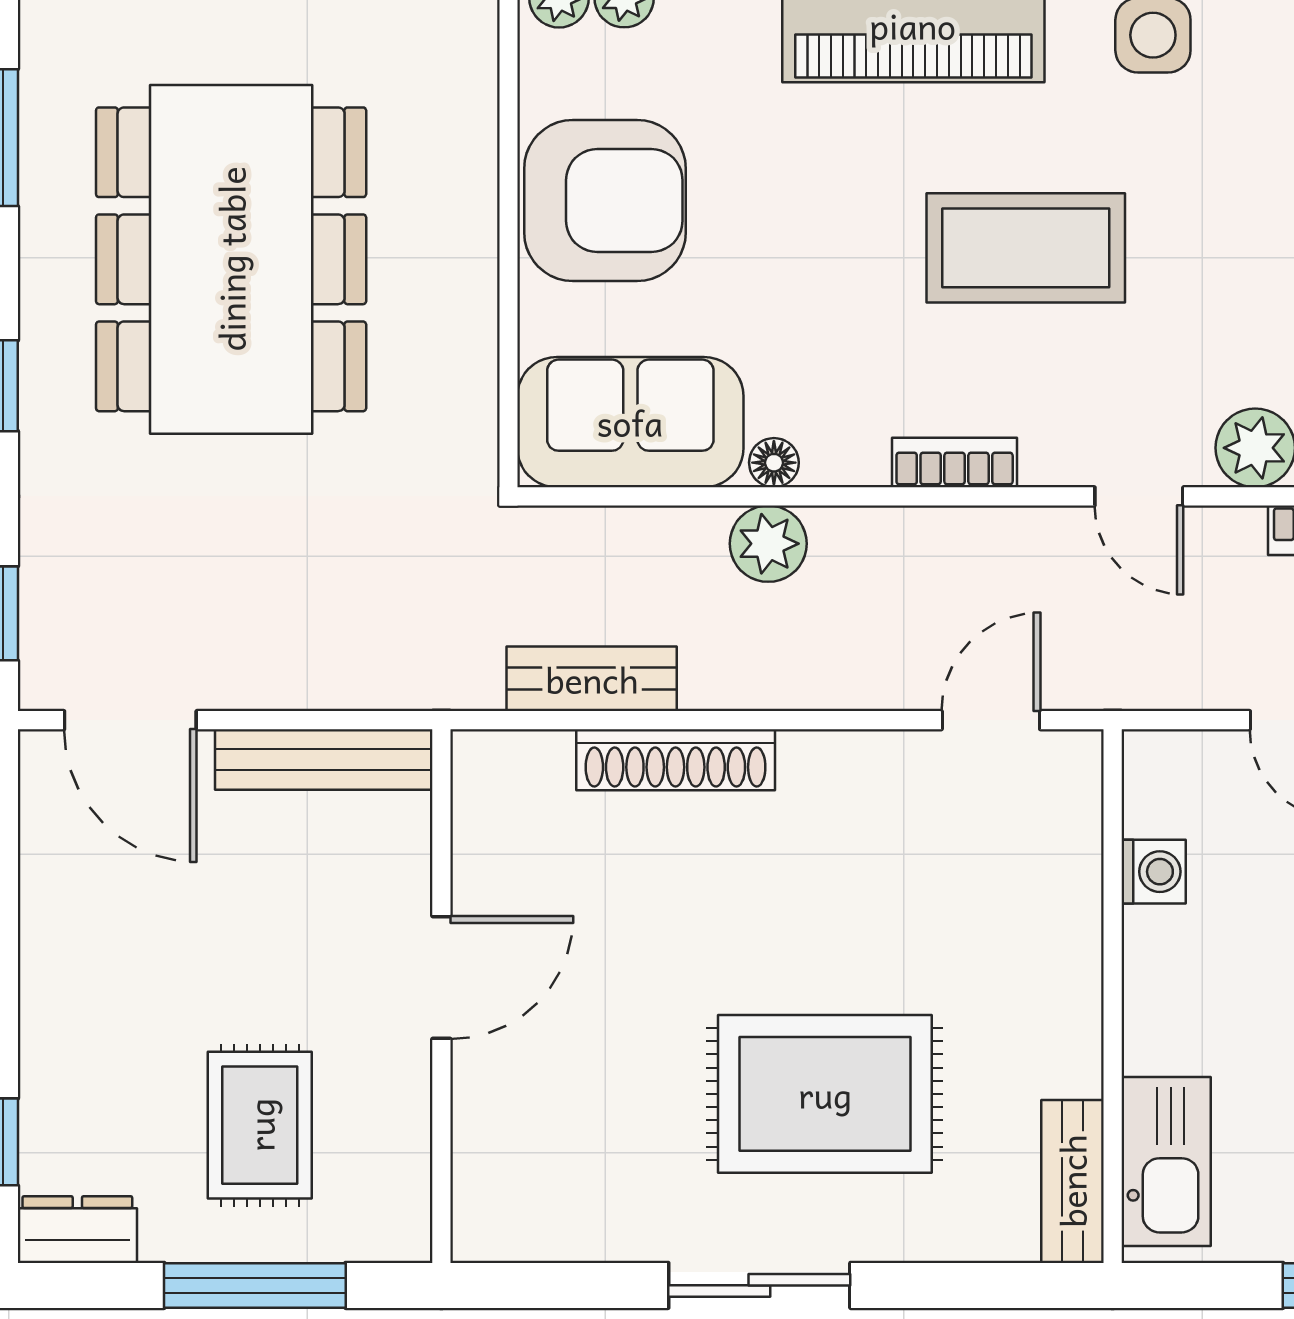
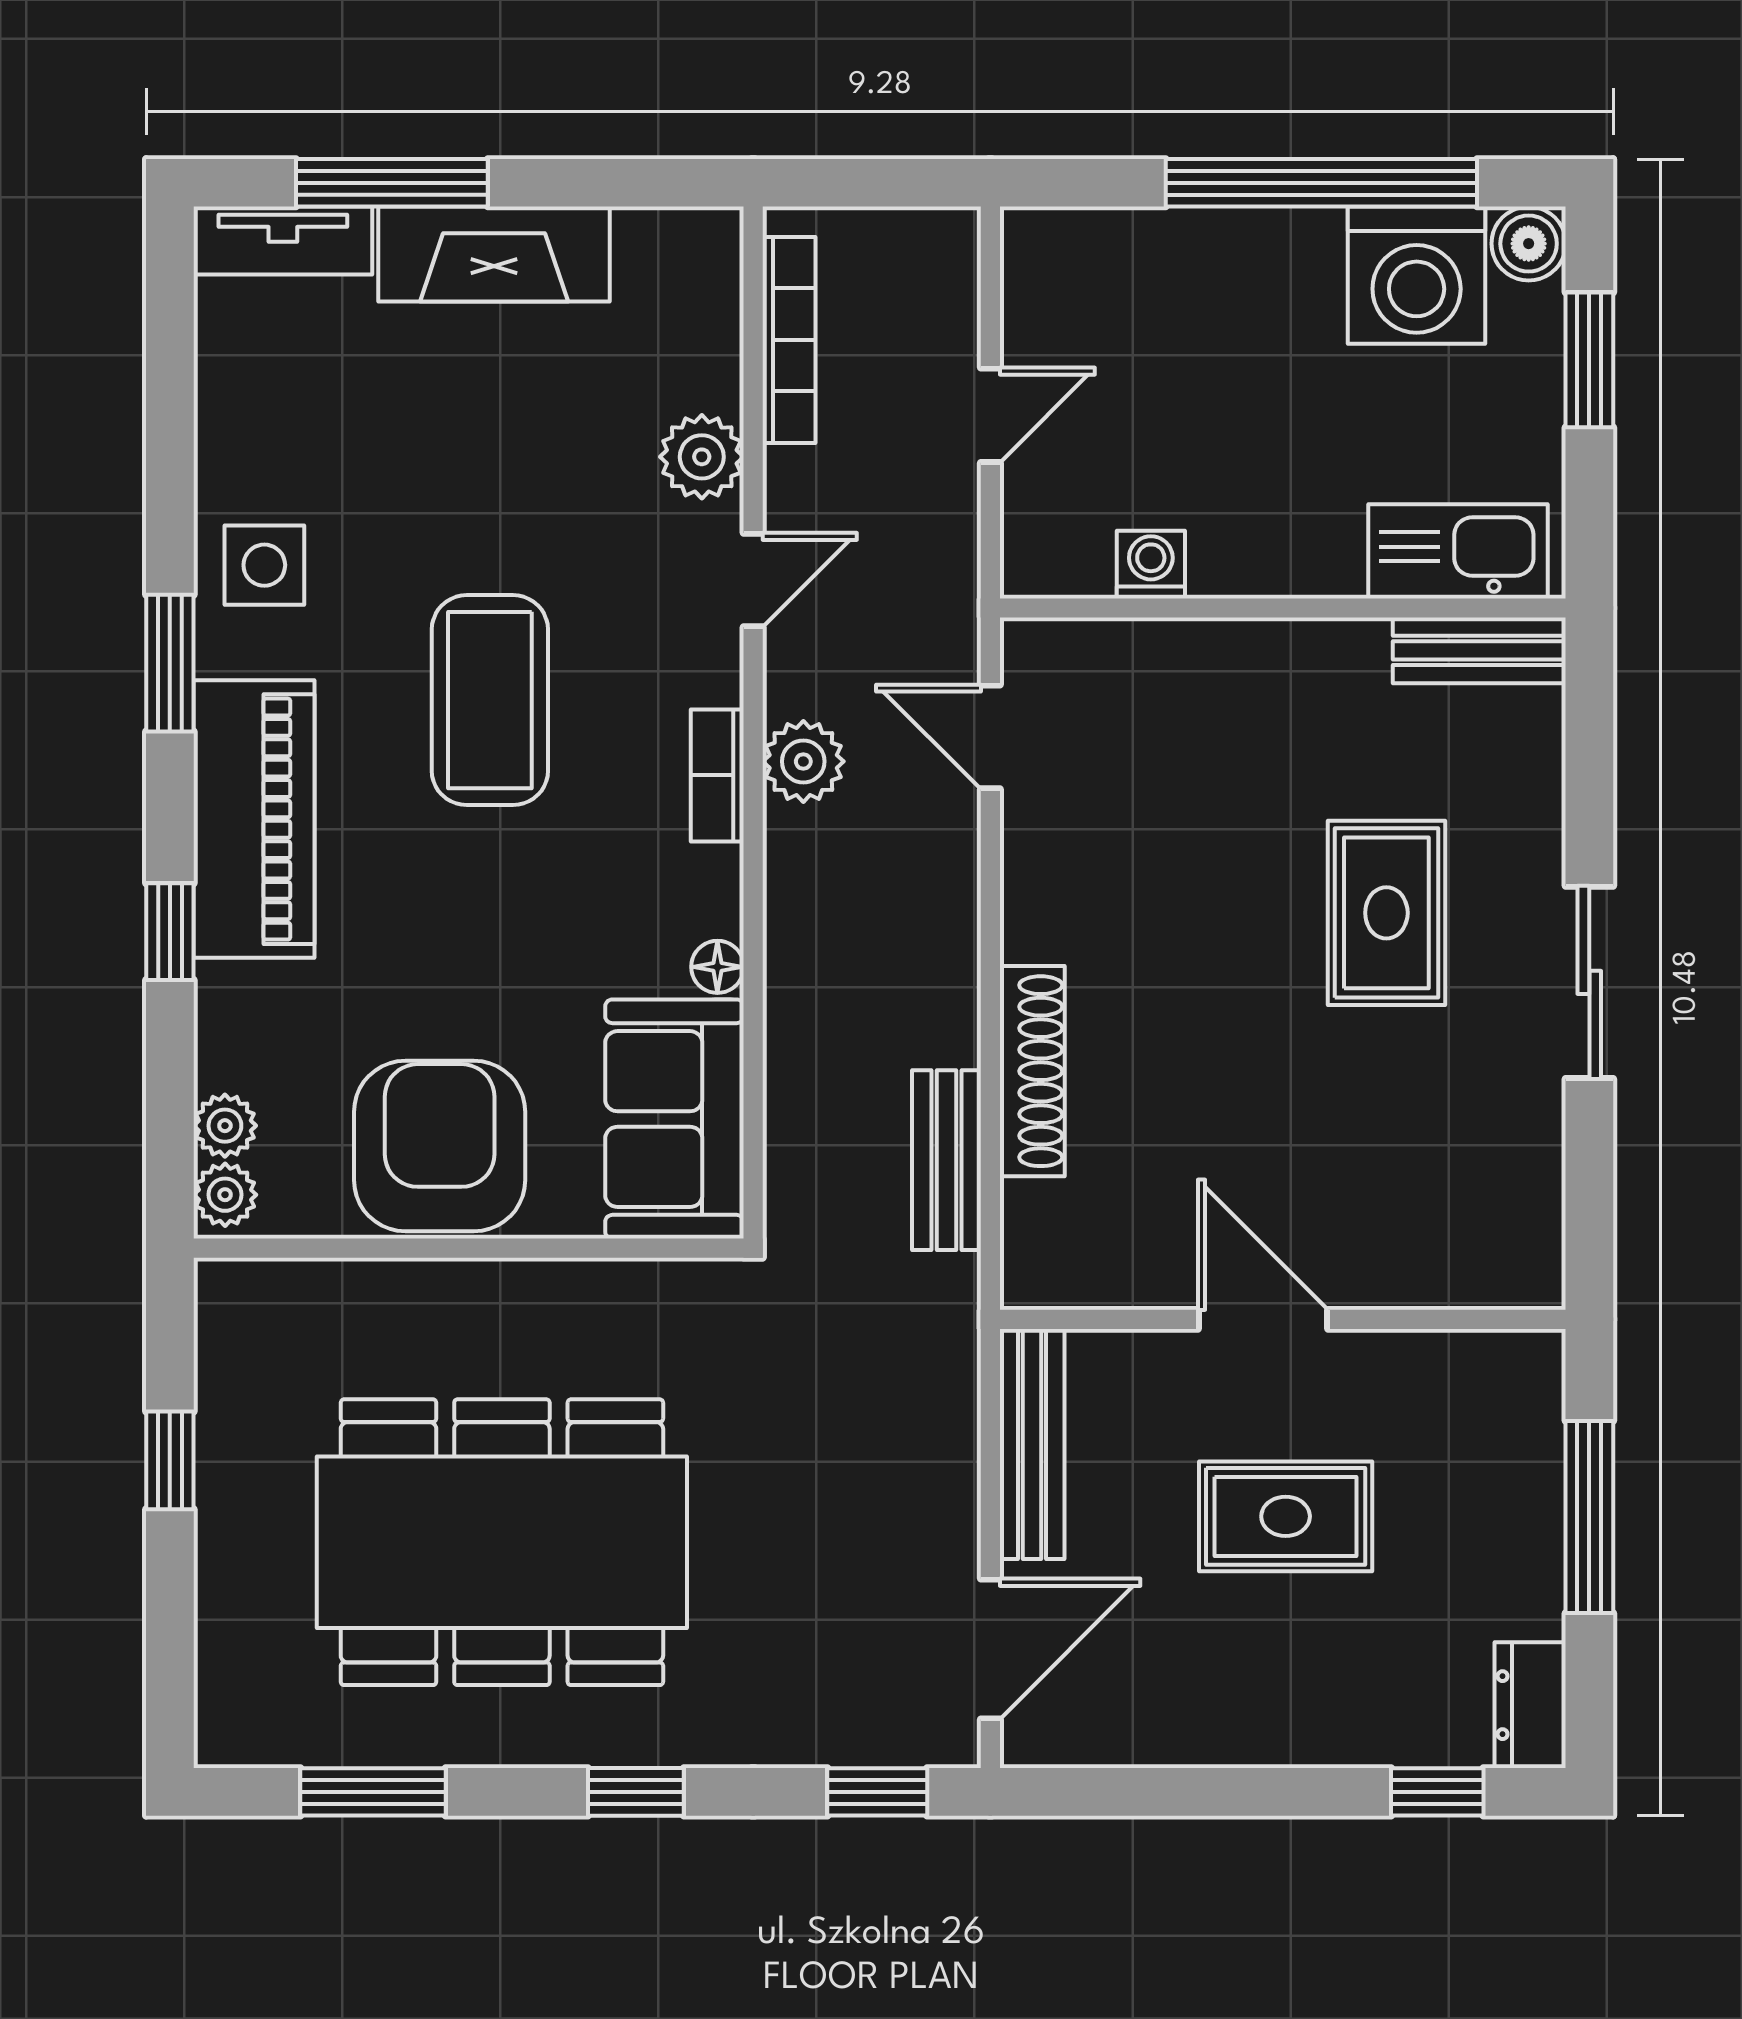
plant: (768, 544) -> (803, 761), moved
rug: (825, 1094) -> (1386, 913), width x0.73, depth x0.70
rug: (260, 1125) -> (1286, 1516), moved

